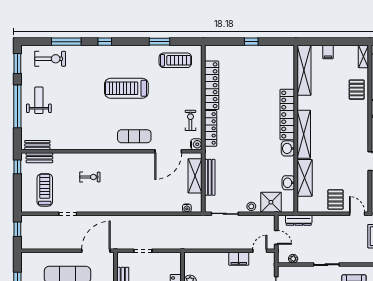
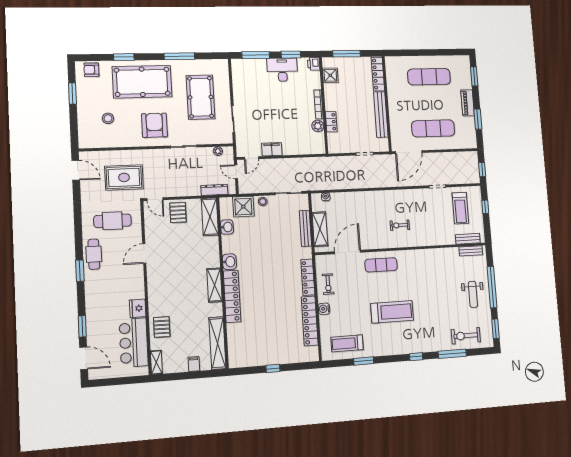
shelving: (304, 134) -> (214, 285), width x0.68
water cooler: (196, 144) -> (324, 309), moved
window: (17, 167) -> (485, 207), moved
exercise bike: (90, 177) -> (400, 225), moved
shelving: (305, 178) -> (210, 217), moved

